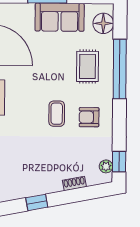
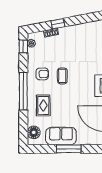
window: (120, 69) -> (23, 91), moved
window: (37, 202) -> (58, 24), moved

